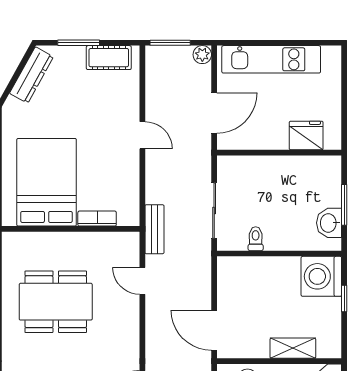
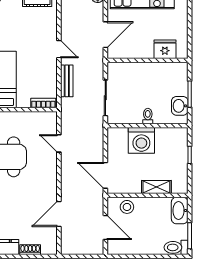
bookcase: (97, 219) -> (43, 103), moved
bench: (154, 229) -> (67, 81), moved
toilet: (256, 239) -> (148, 116), moved
washing machine: (321, 276) -> (141, 140), moved, turned -90

